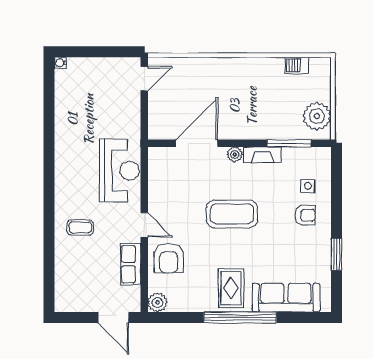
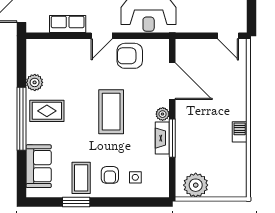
barbecue: (297, 65) -> (240, 132), moved
window: (289, 143) -> (172, 138), moved
coffee table: (309, 249) -> (81, 178), added
armchair: (169, 258) -> (130, 56), moved
sofa: (286, 298) -> (39, 166), width x0.73
plant: (158, 302) -> (35, 82), moved

